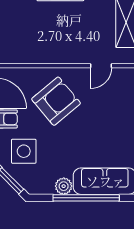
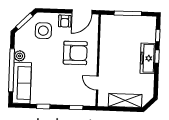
armchair: (56, 101) -> (75, 53), turned -50

